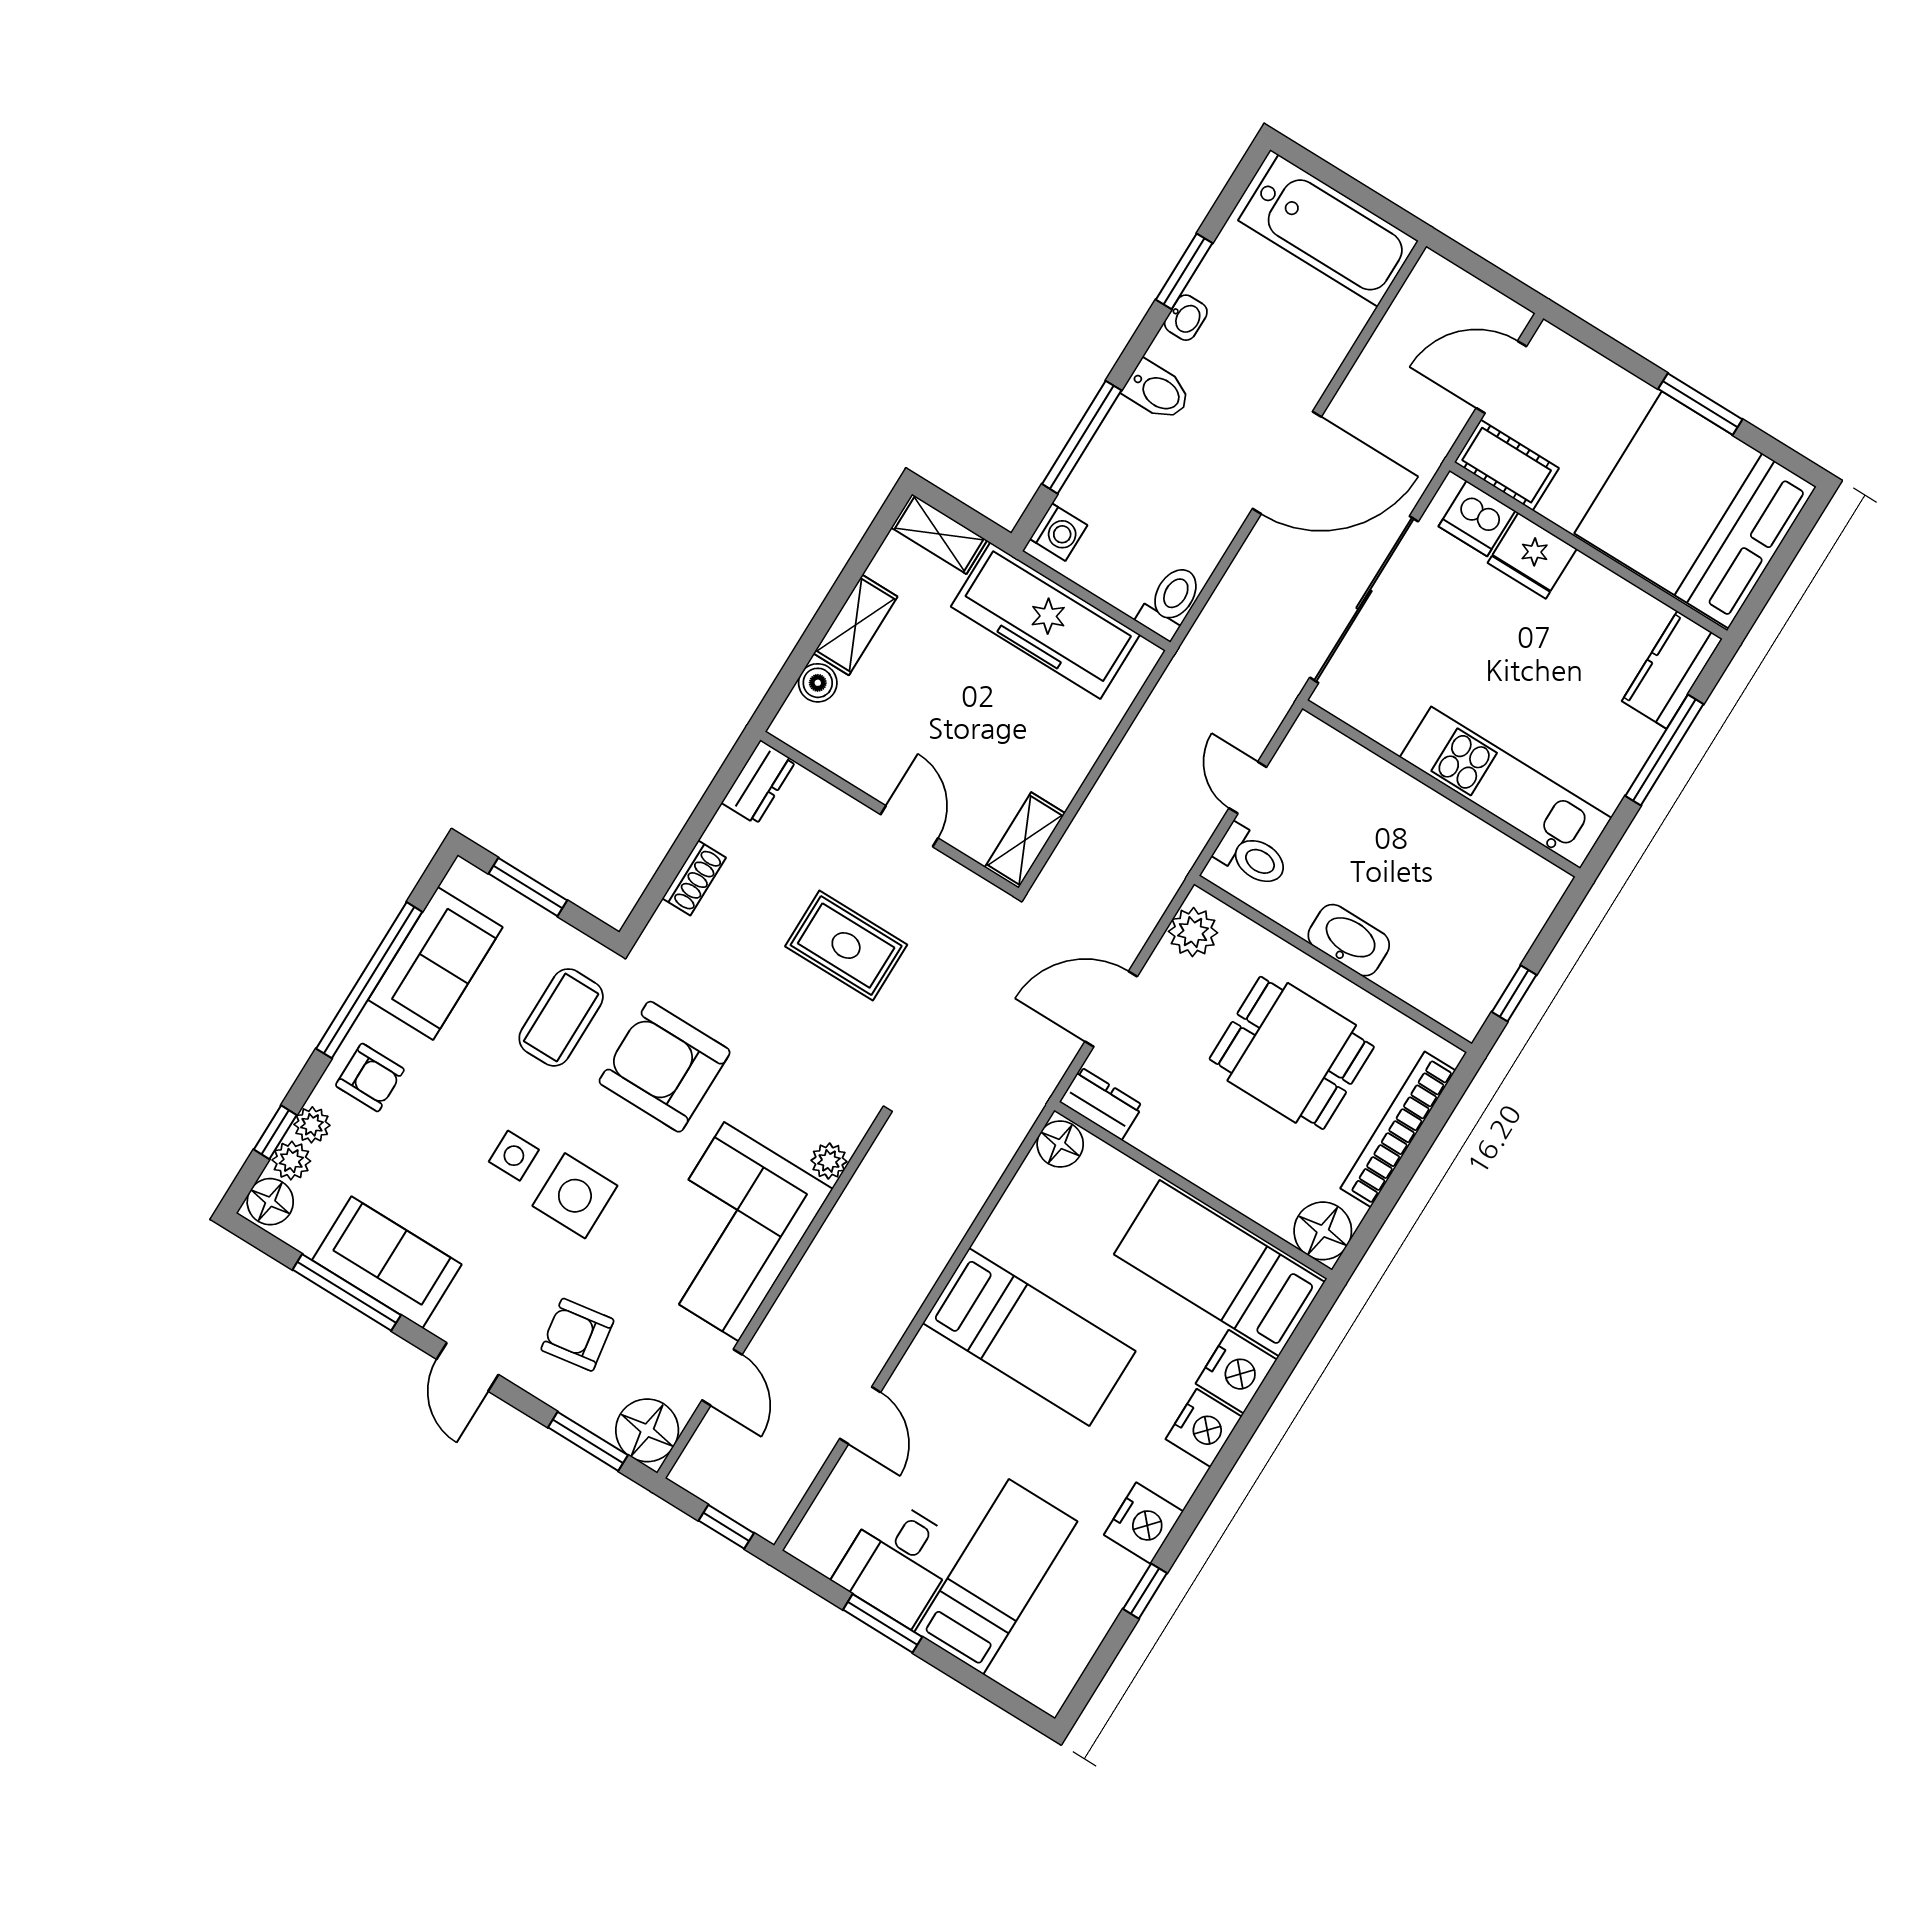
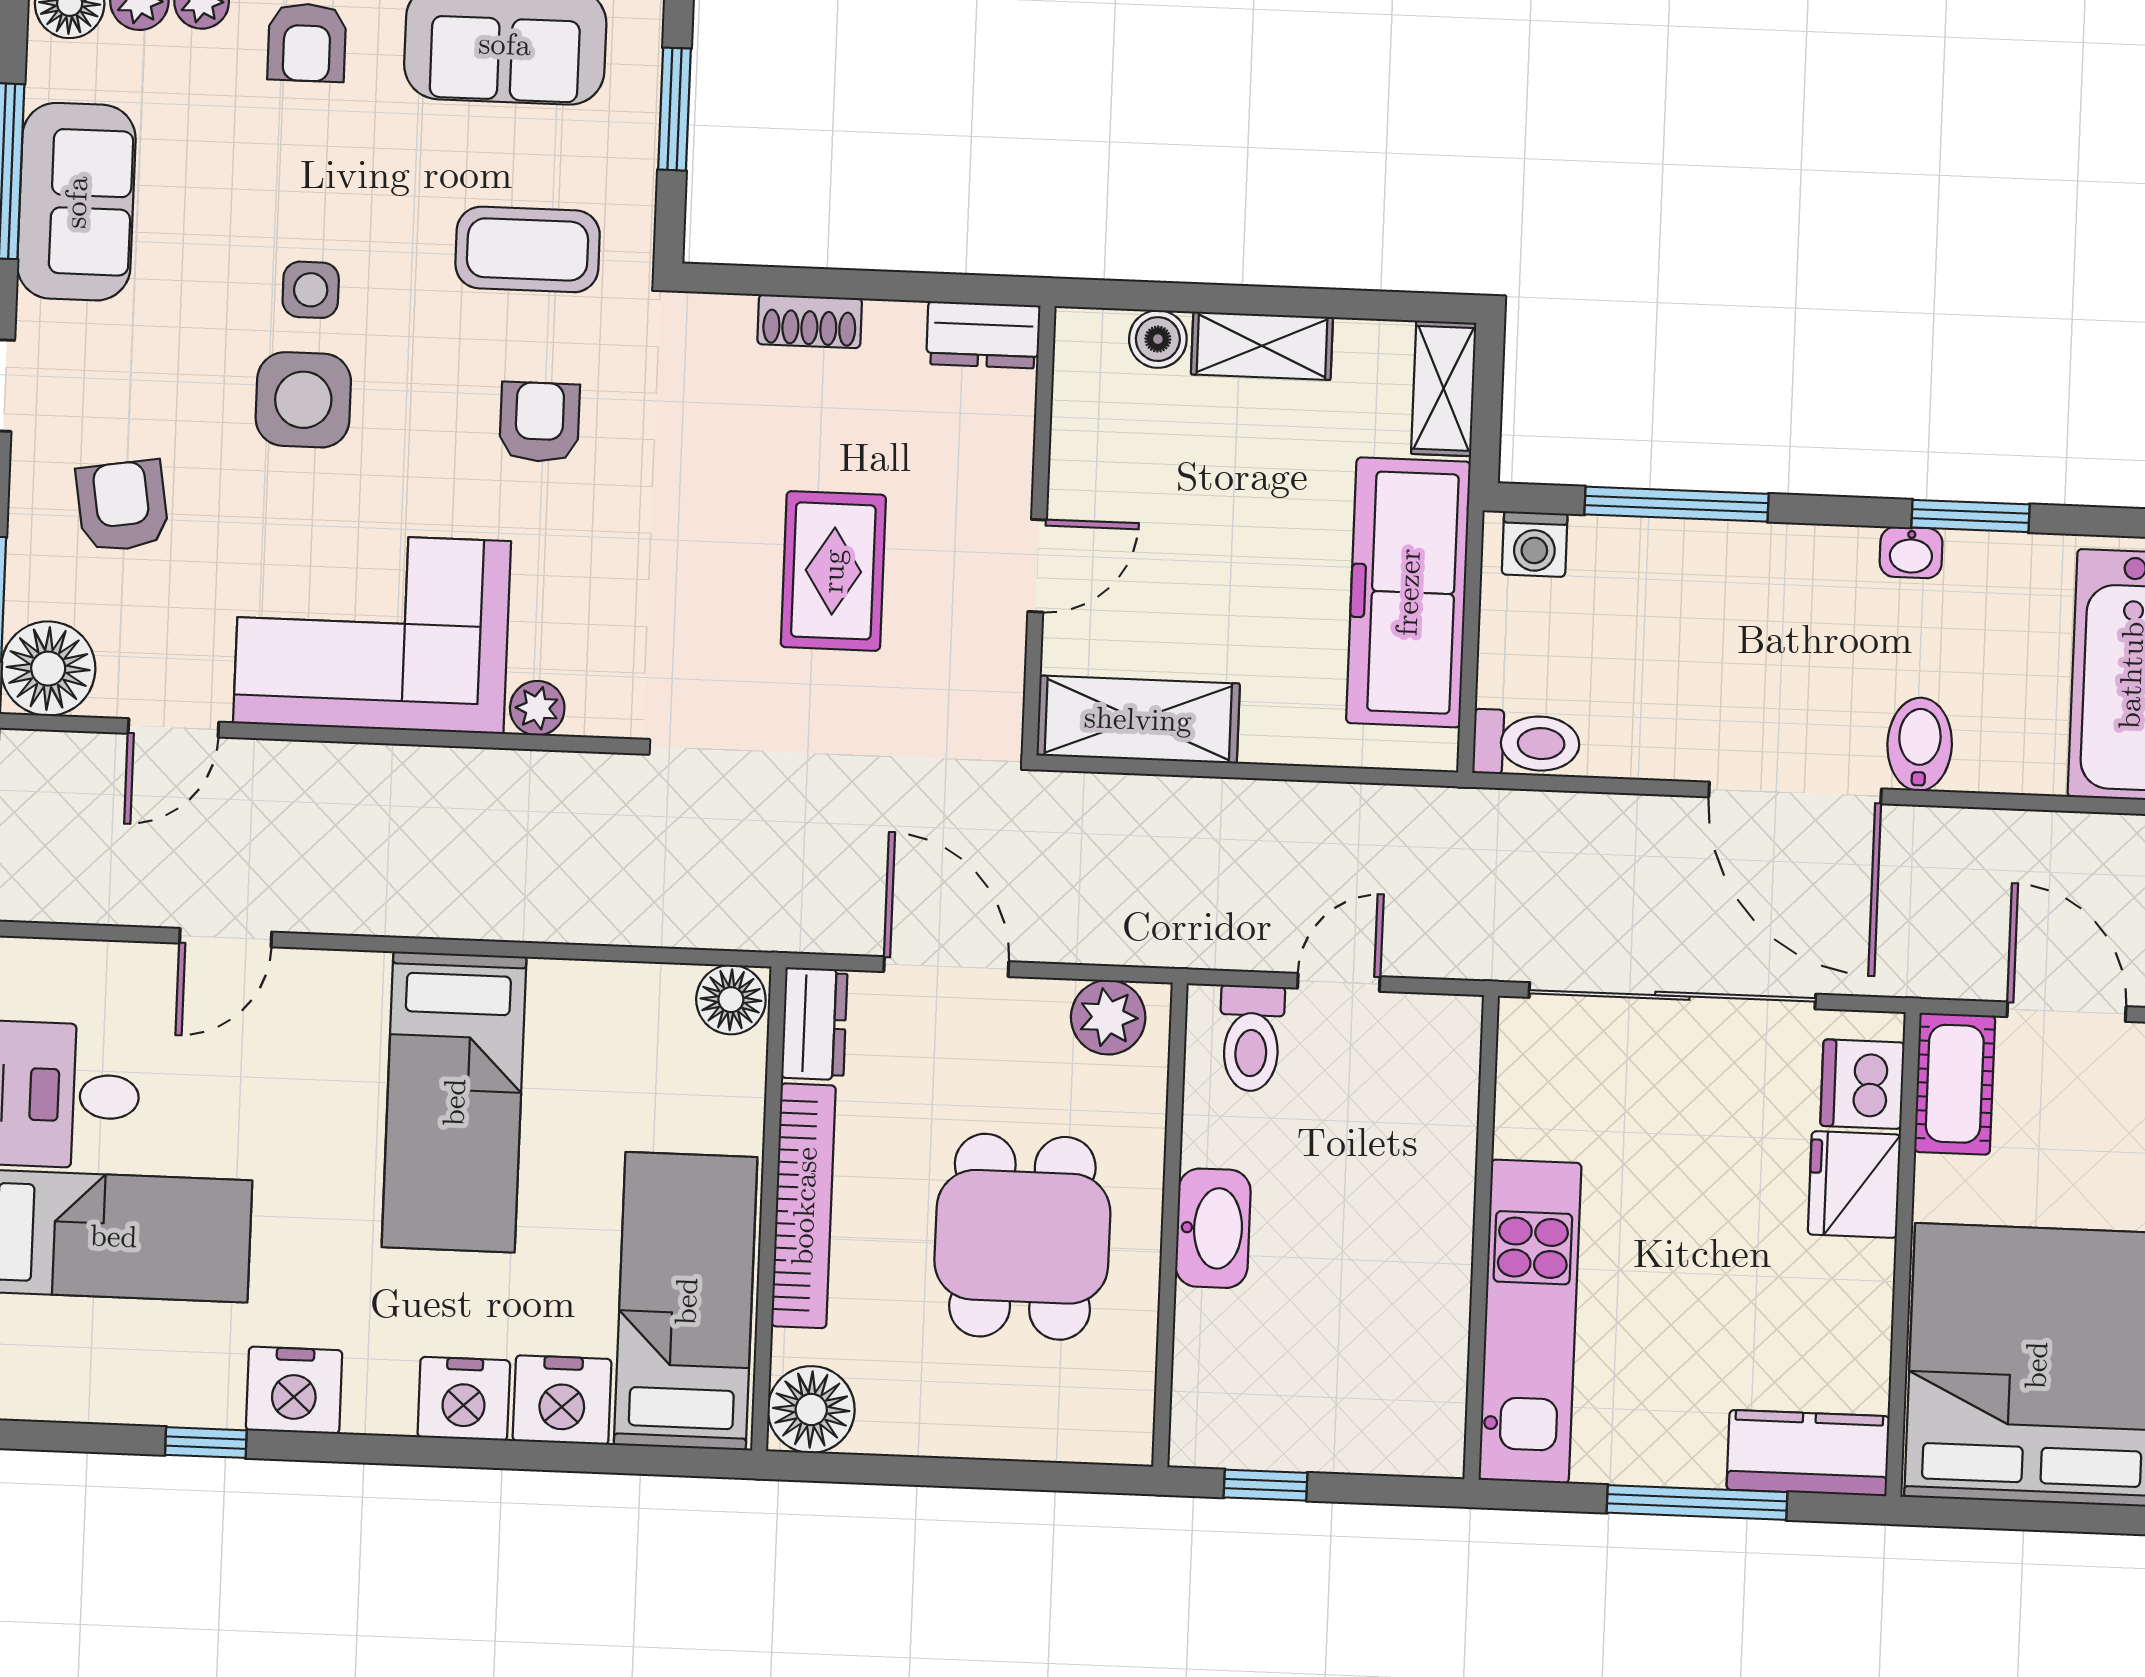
bidet: (1157, 391) -> (1920, 744), moved, turned 180
shelving: (1025, 840) -> (1138, 719), width x1.50, depth x1.33
armchair: (665, 1067) -> (540, 422), width x0.53, depth x0.53
bookcase: (1398, 1129) -> (804, 1206), moved, turned 90

